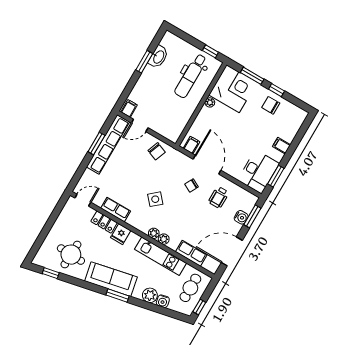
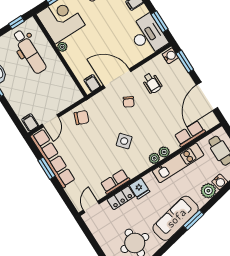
water cooler: (241, 217) -> (170, 56), moved

